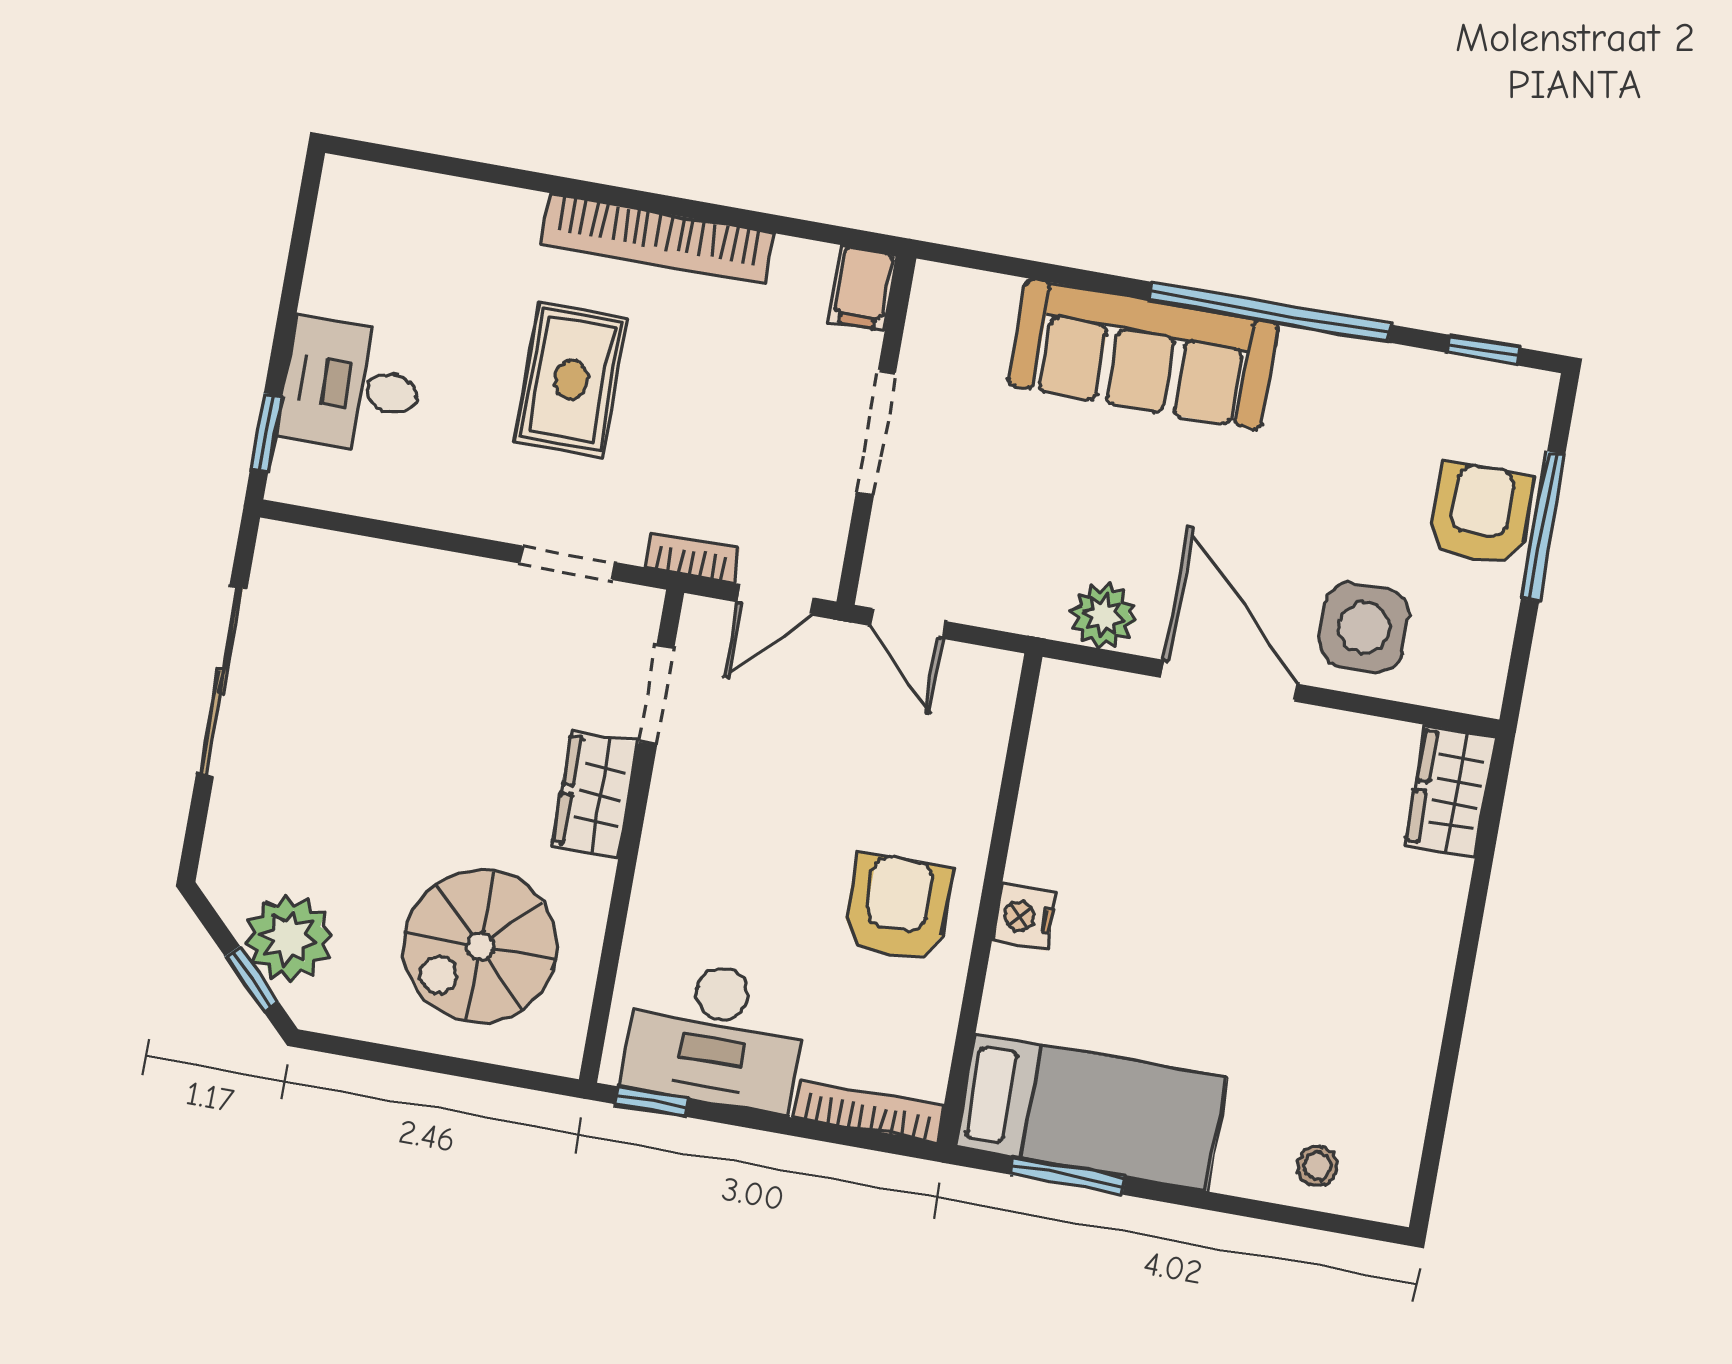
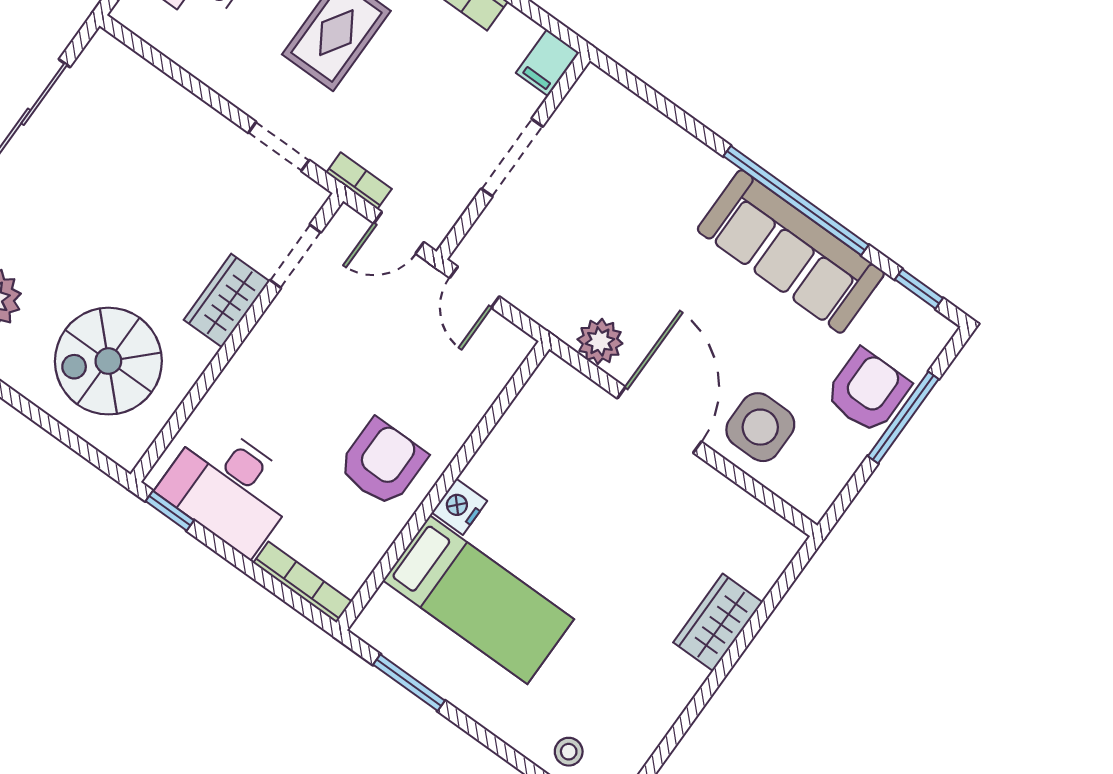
sofa: (1143, 354) -> (791, 252), moved
wardrobe: (1451, 791) -> (718, 622), moved
bed: (1091, 1112) -> (478, 600), moved

